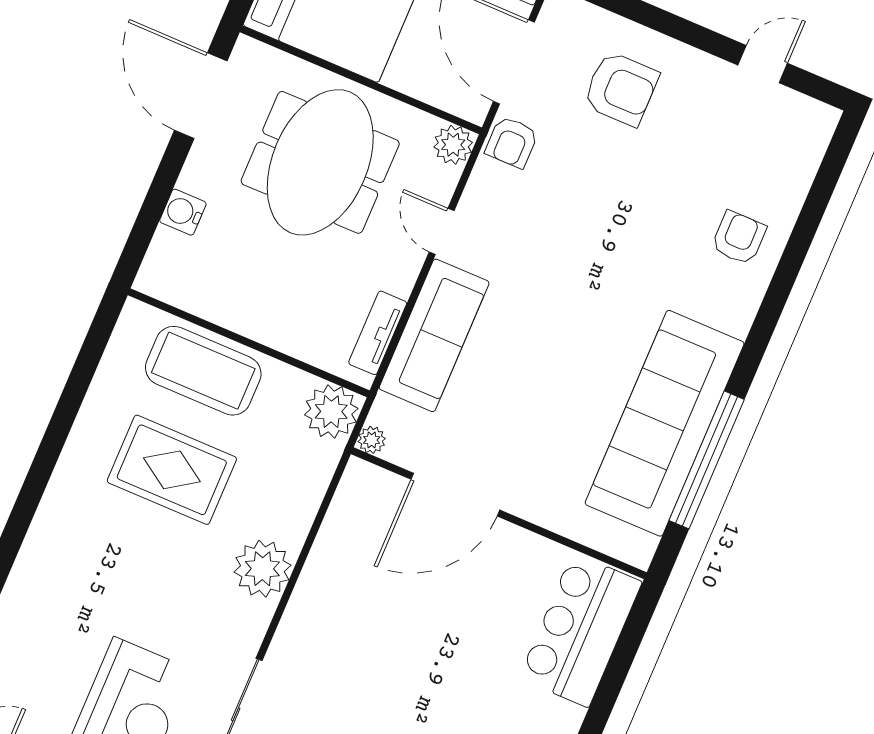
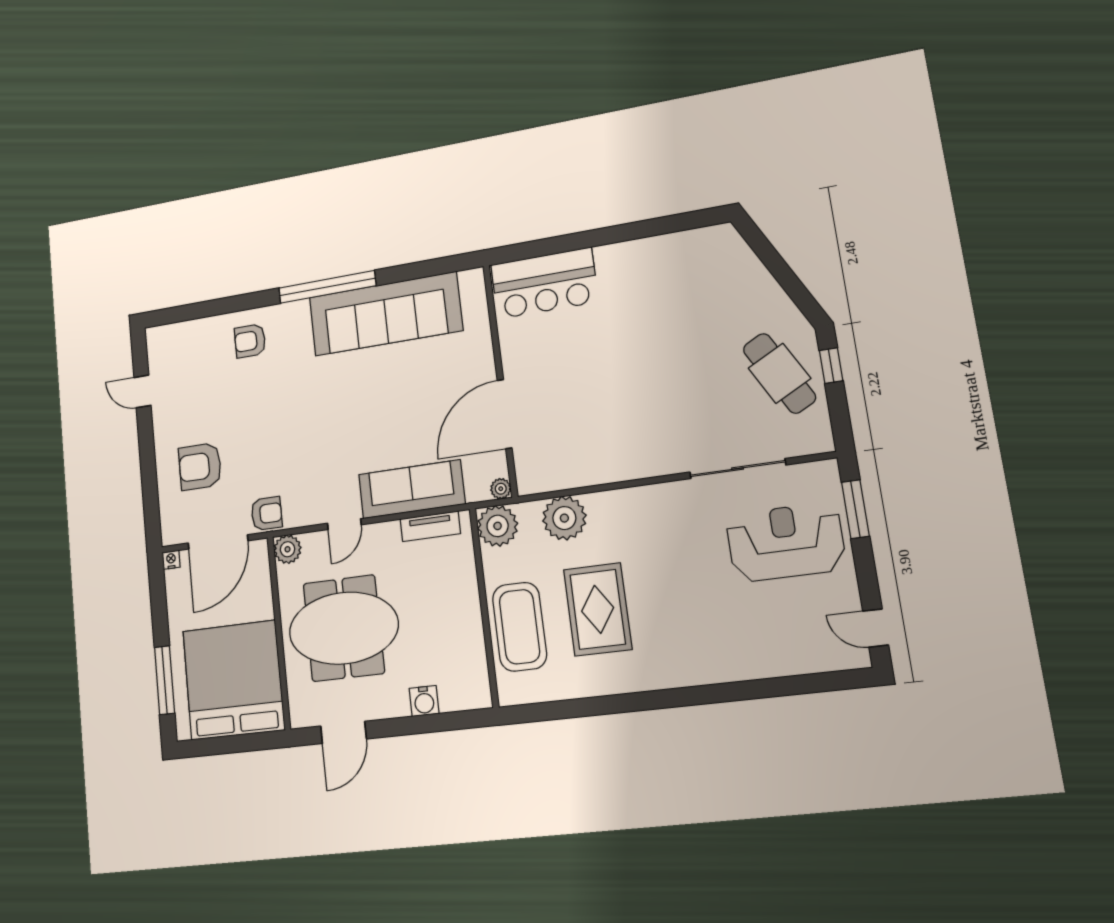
armchair: (621, 89) -> (200, 466), turned -90
door: (201, 96) -> (344, 732), width x0.73
window: (707, 460) -> (327, 287), moved
door: (455, 495) -> (505, 414), swing flipped
plant: (262, 569) -> (564, 518), moved

